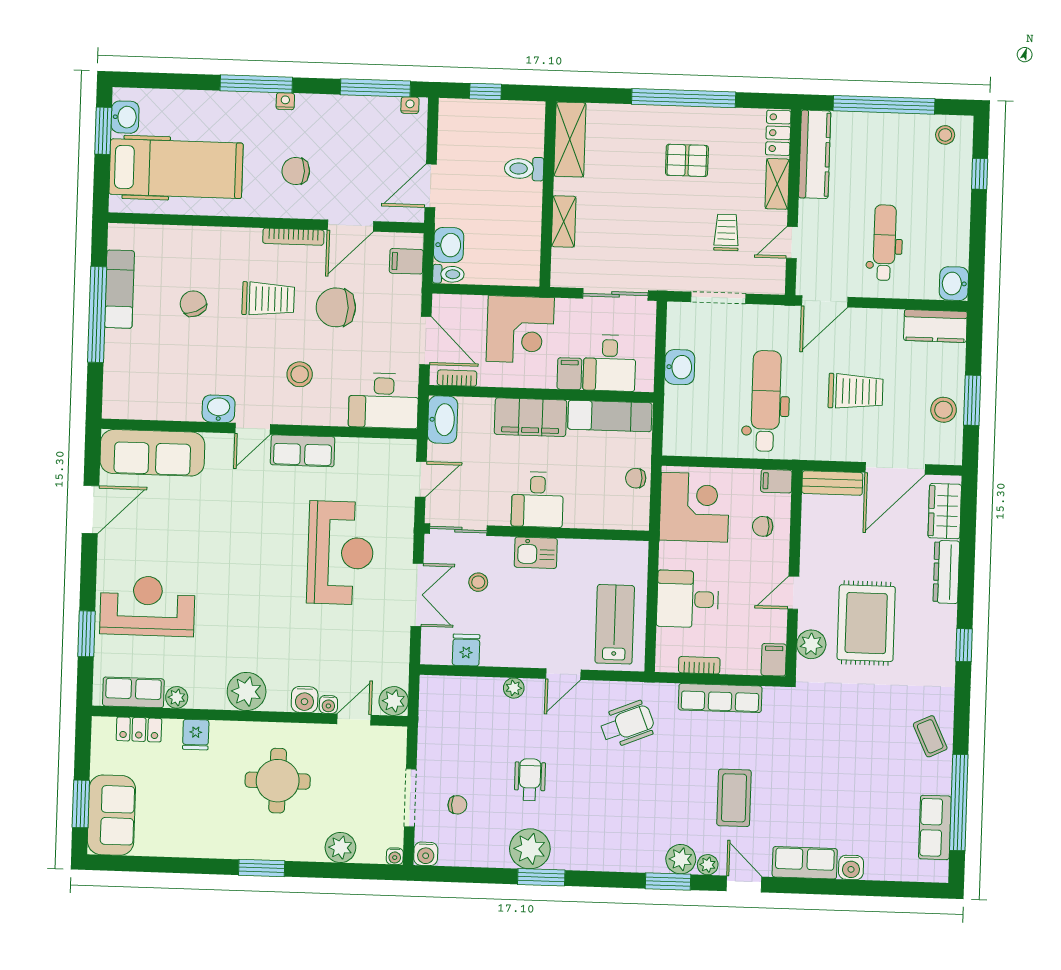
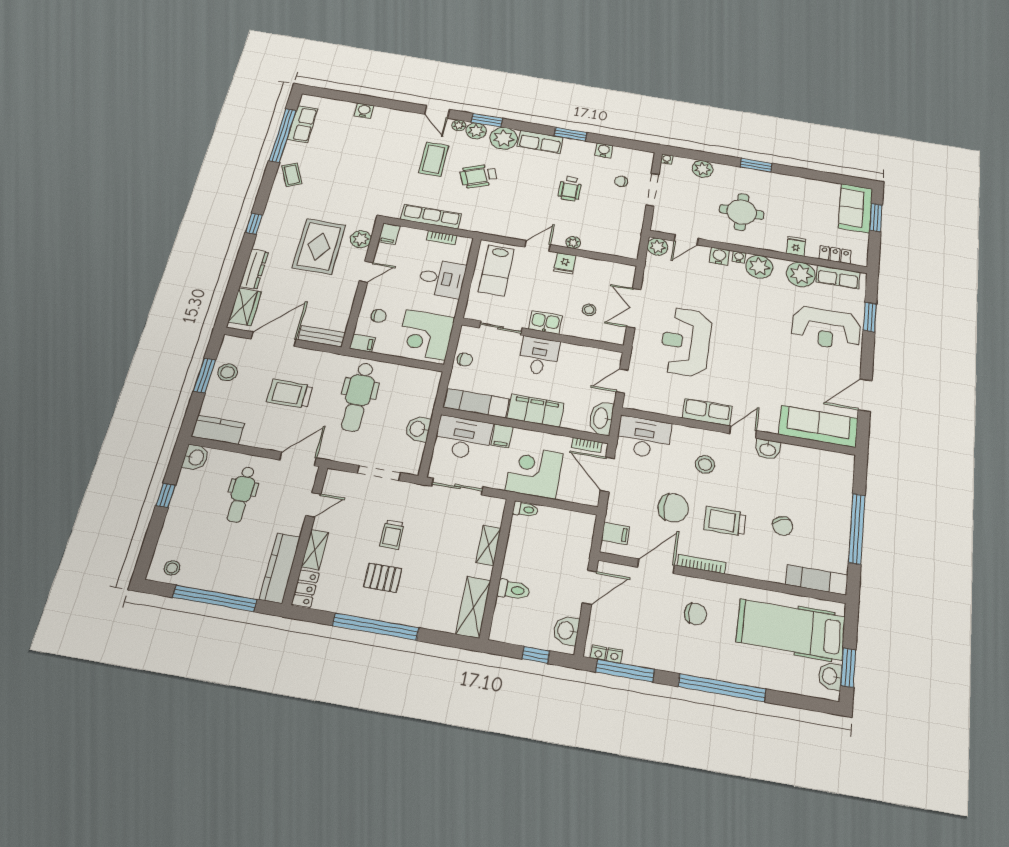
window: (256, 84) -> (722, 688), width x1.46
nightstand: (285, 101) -> (614, 655), moved
window: (980, 174) -> (166, 495), moved
trolley: (726, 232) -> (392, 535), moved
washbasin: (449, 245) -> (566, 630), moved
toilet: (448, 274) -> (525, 509), moved, turned 180
exam couch: (119, 289) -> (817, 580), moved, turned 90
desk: (610, 363) -> (463, 438), width x1.37
sliding door: (458, 530) -> (501, 328), moved
fridge: (466, 650) -> (565, 263), moved
plant: (177, 697) -> (801, 274), width x1.87, depth x1.87
water cooler: (328, 704) -> (739, 257), moved
wheelchair: (627, 724) -> (479, 176), moved
plant: (530, 849) -> (504, 138), moved
water cooler: (426, 854) -> (604, 150), moved
row of seats: (805, 863) -> (540, 142), moved

